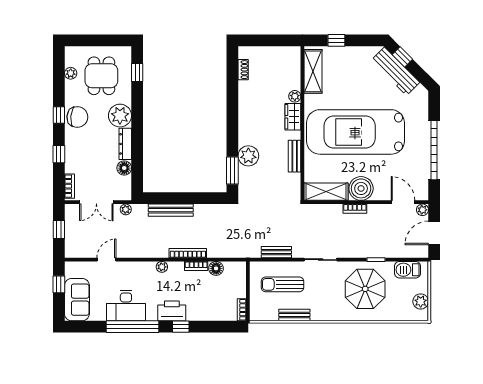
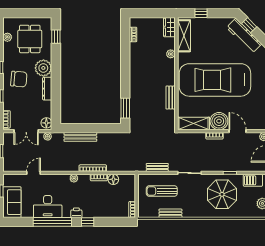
chair: (77, 117) -> (19, 79), moved
wardrobe: (293, 117) -> (169, 27), moved
plant: (248, 156) -> (137, 97), removed
floor lamp: (124, 168) -> (46, 123), moved
door: (403, 202) -> (238, 131), moved
printer: (172, 311) -> (76, 213), width x0.53, depth x0.68

